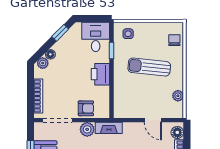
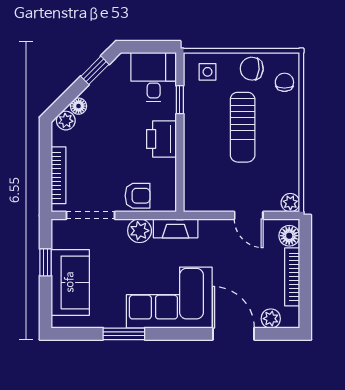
chair: (155, 32) -> (252, 69), added
sun lounger: (149, 67) -> (243, 127), turned -96
plant: (178, 96) -> (290, 203), moved

